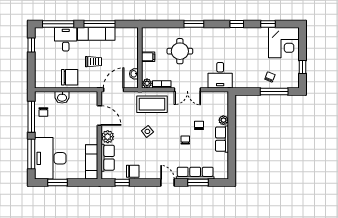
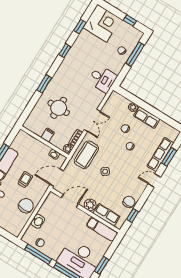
desk: (220, 75) -> (102, 79), moved
door: (114, 90) -> (57, 178), hinge flipped

